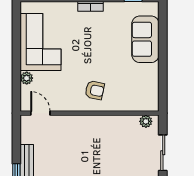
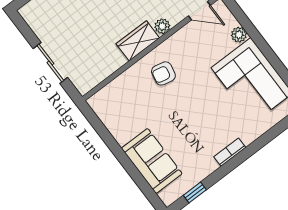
plant: (146, 121) -> (162, 26), moved
wardrobe: (95, 124) -> (138, 41), added

